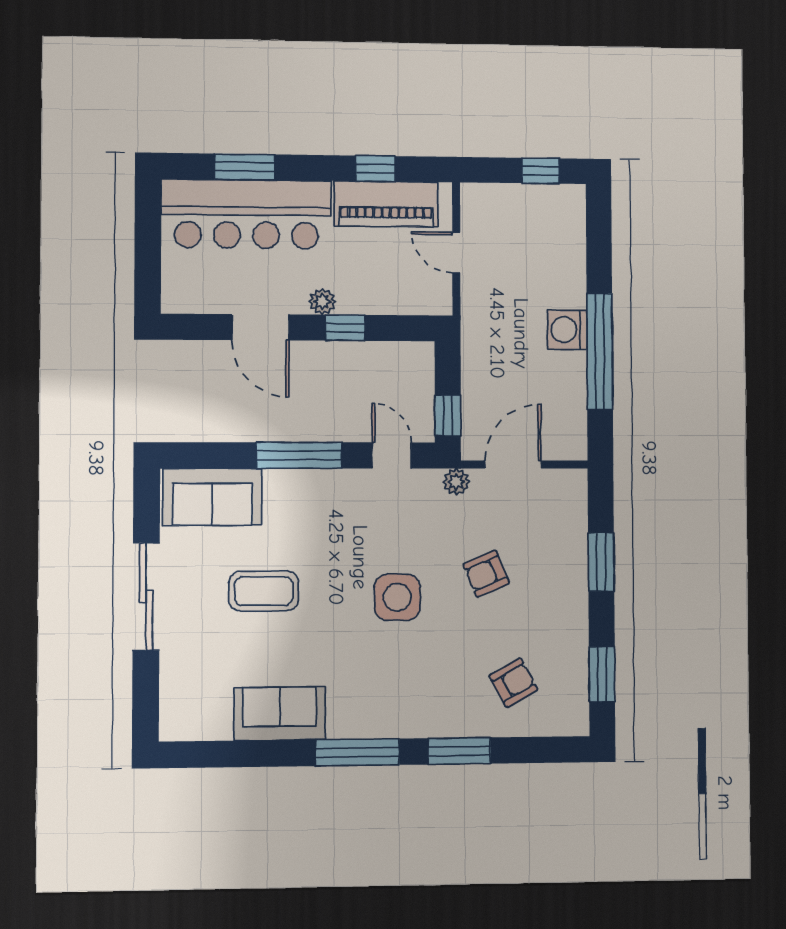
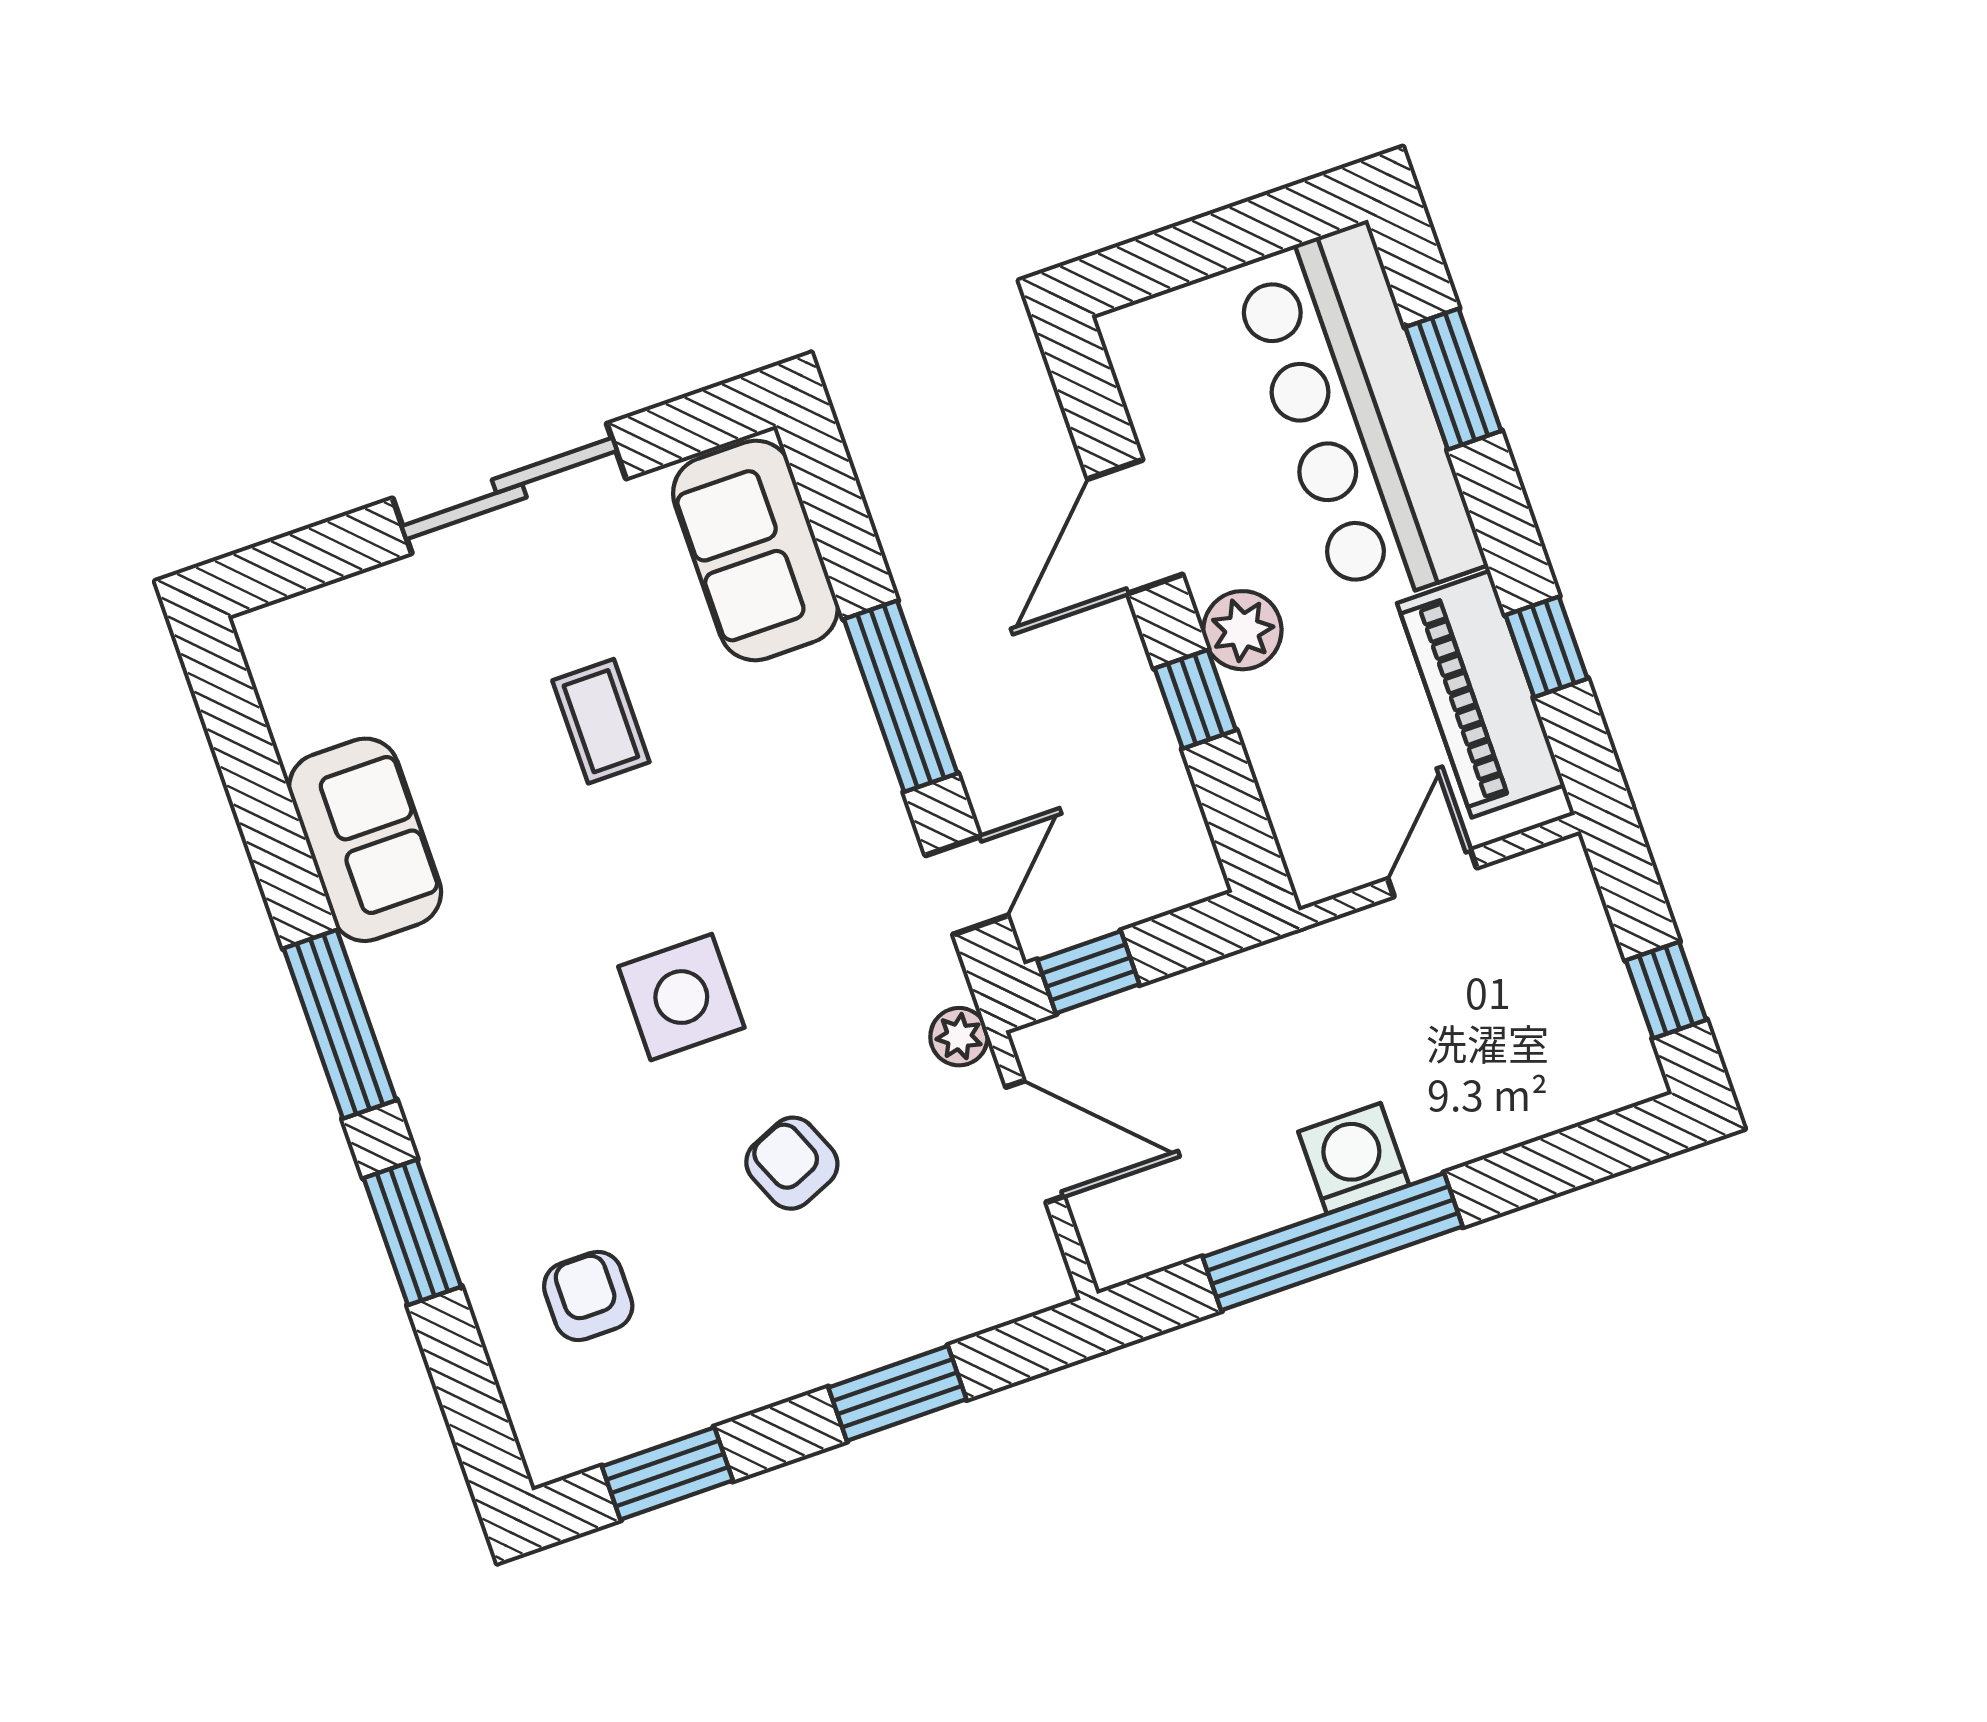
plant: (322, 302) -> (1242, 630), width x1.38, depth x1.38
coffee table: (264, 591) -> (601, 721), width x0.73, depth x0.77
armchair: (514, 683) -> (588, 1296), turned -151

